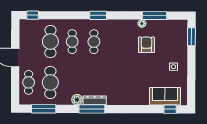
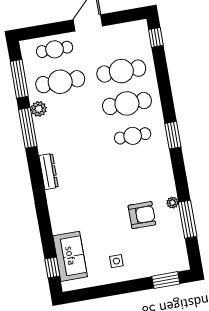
cafe table: (72, 42) -> (127, 103), width x1.37, depth x1.35
plant: (77, 100) -> (39, 109), moved
dresser: (95, 100) -> (49, 171), moved
window: (92, 109) -> (28, 128), moved

